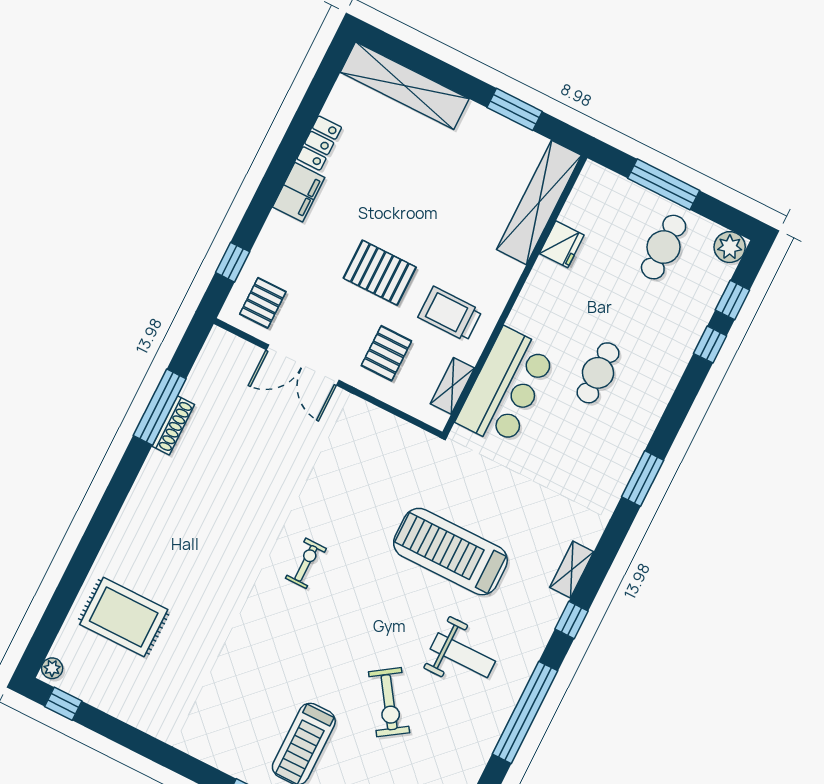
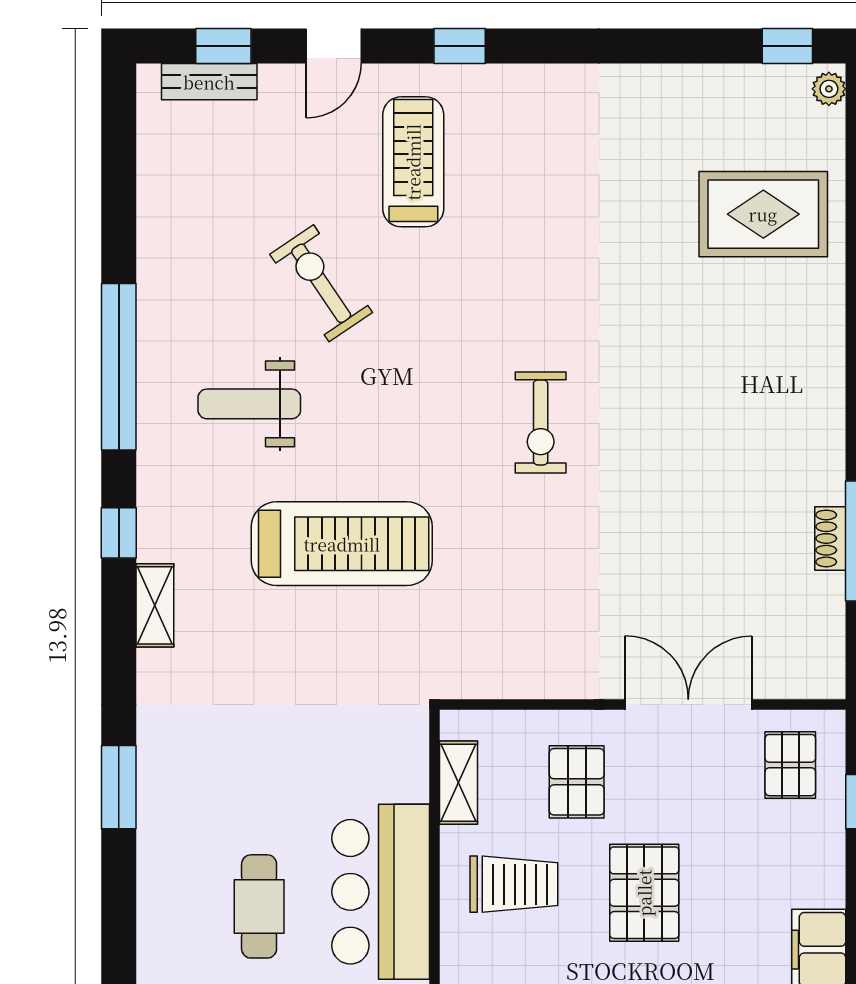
pallet: (380, 273) -> (644, 893), turned 90
bar counter: (506, 387) -> (381, 892), moved
shoe rack: (173, 425) -> (830, 538), width x0.70
exercise bike: (306, 563) -> (541, 422), width x1.38, depth x1.39

